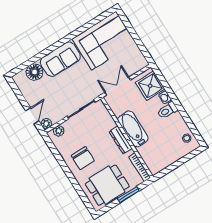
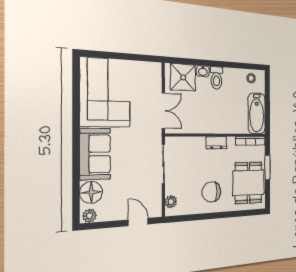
double door: (118, 86) -> (163, 111), swing flipped
plant: (46, 124) -> (89, 216), moved
bathtub: (133, 129) -> (257, 113), moved, turned -90
dresser: (121, 140) -> (216, 143), width x0.70
chair: (83, 158) -> (211, 192), turned 180

